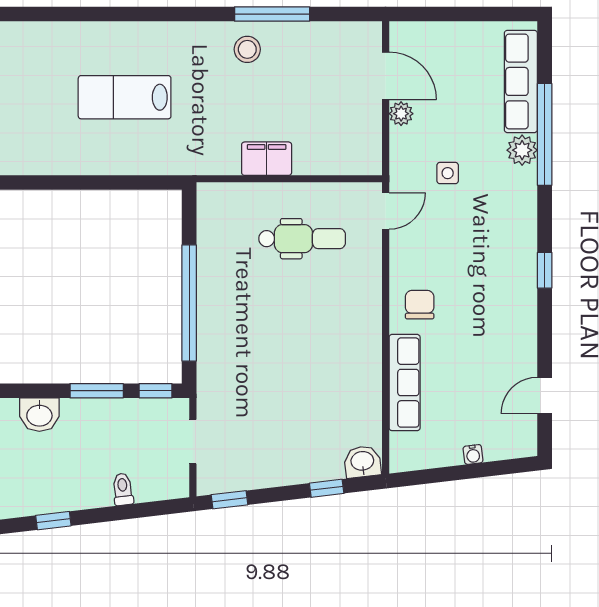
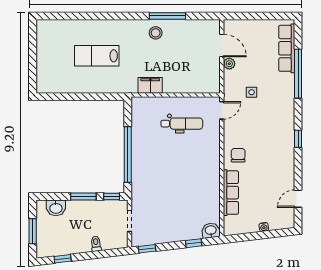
plant: (522, 150) -> (287, 81), removed
filing cabinet: (267, 159) -> (150, 85), moved

